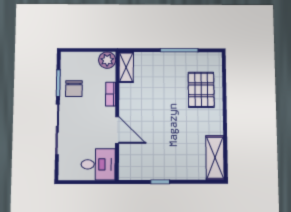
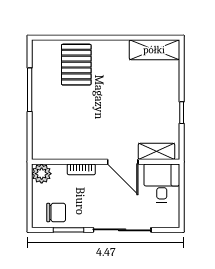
shelving: (126, 67) -> (156, 151), moved
chair: (74, 89) -> (56, 213), moved
pallet: (201, 90) -> (76, 65), turned 90
door: (117, 130) -> (123, 162), swing flipped

